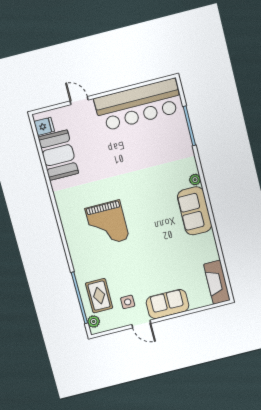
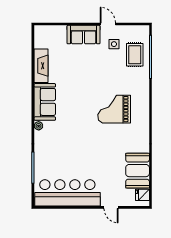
grand piano: (107, 224) -> (114, 109), turned -90
fireplace: (217, 282) -> (41, 66), moved
plant: (94, 322) -> (144, 35), removed

